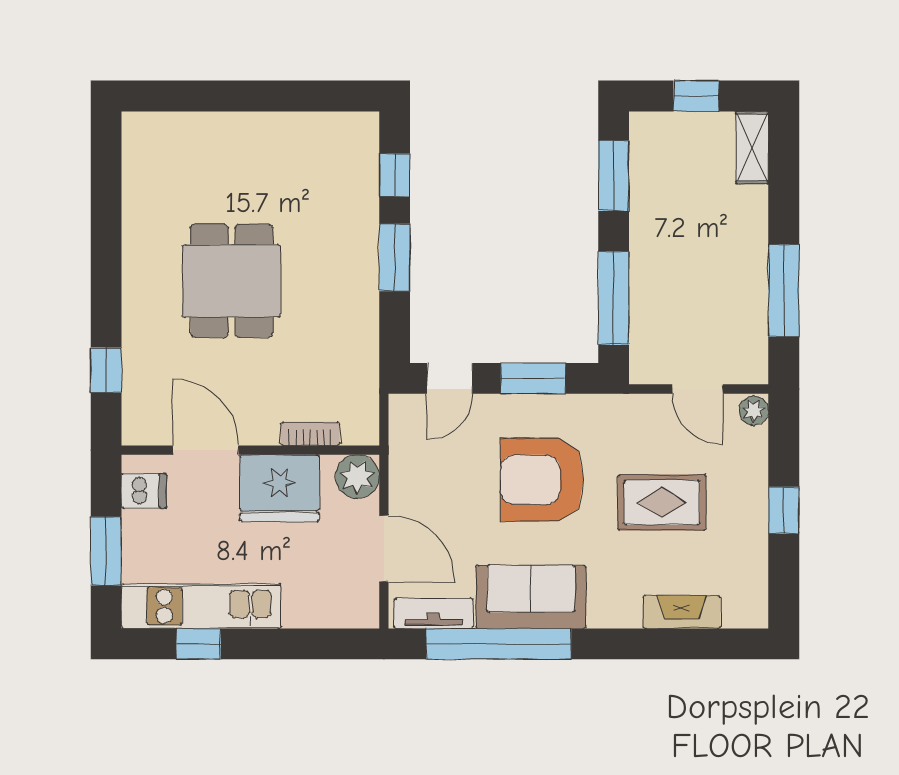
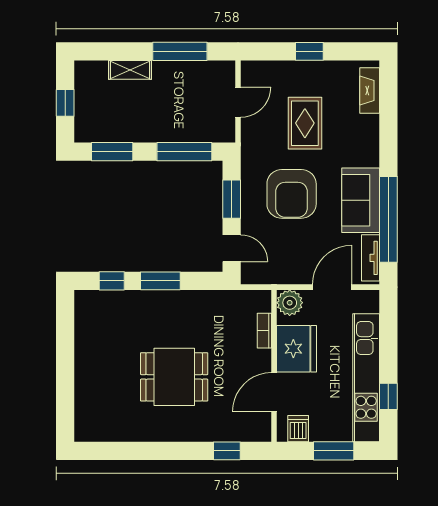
shelving: (752, 147) -> (130, 70), moved
plant: (754, 411) -> (251, 69), removed
kitchen unit: (201, 606) -> (366, 378), width x1.36
fireplace: (682, 612) -> (370, 91), moved

